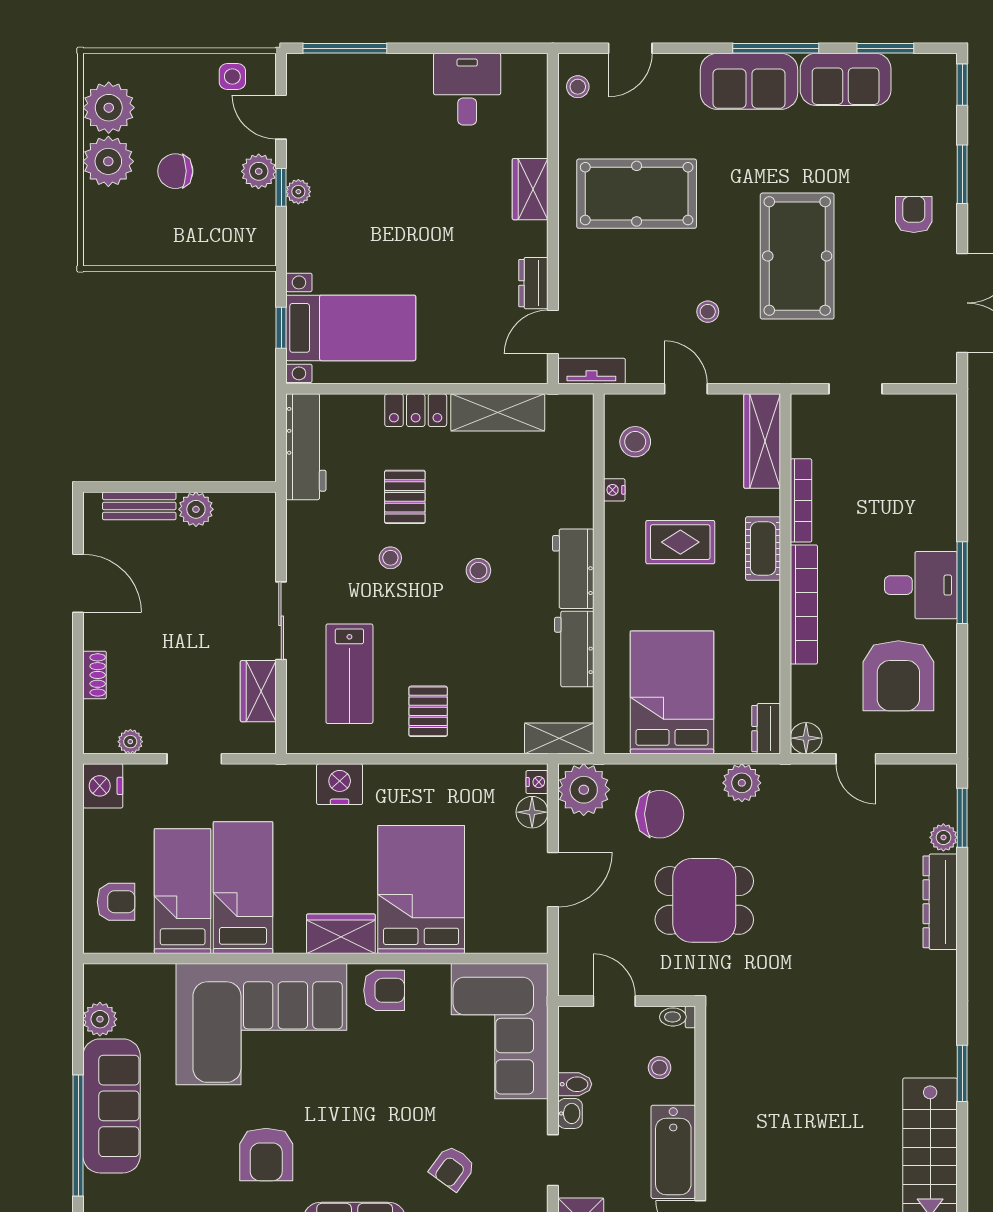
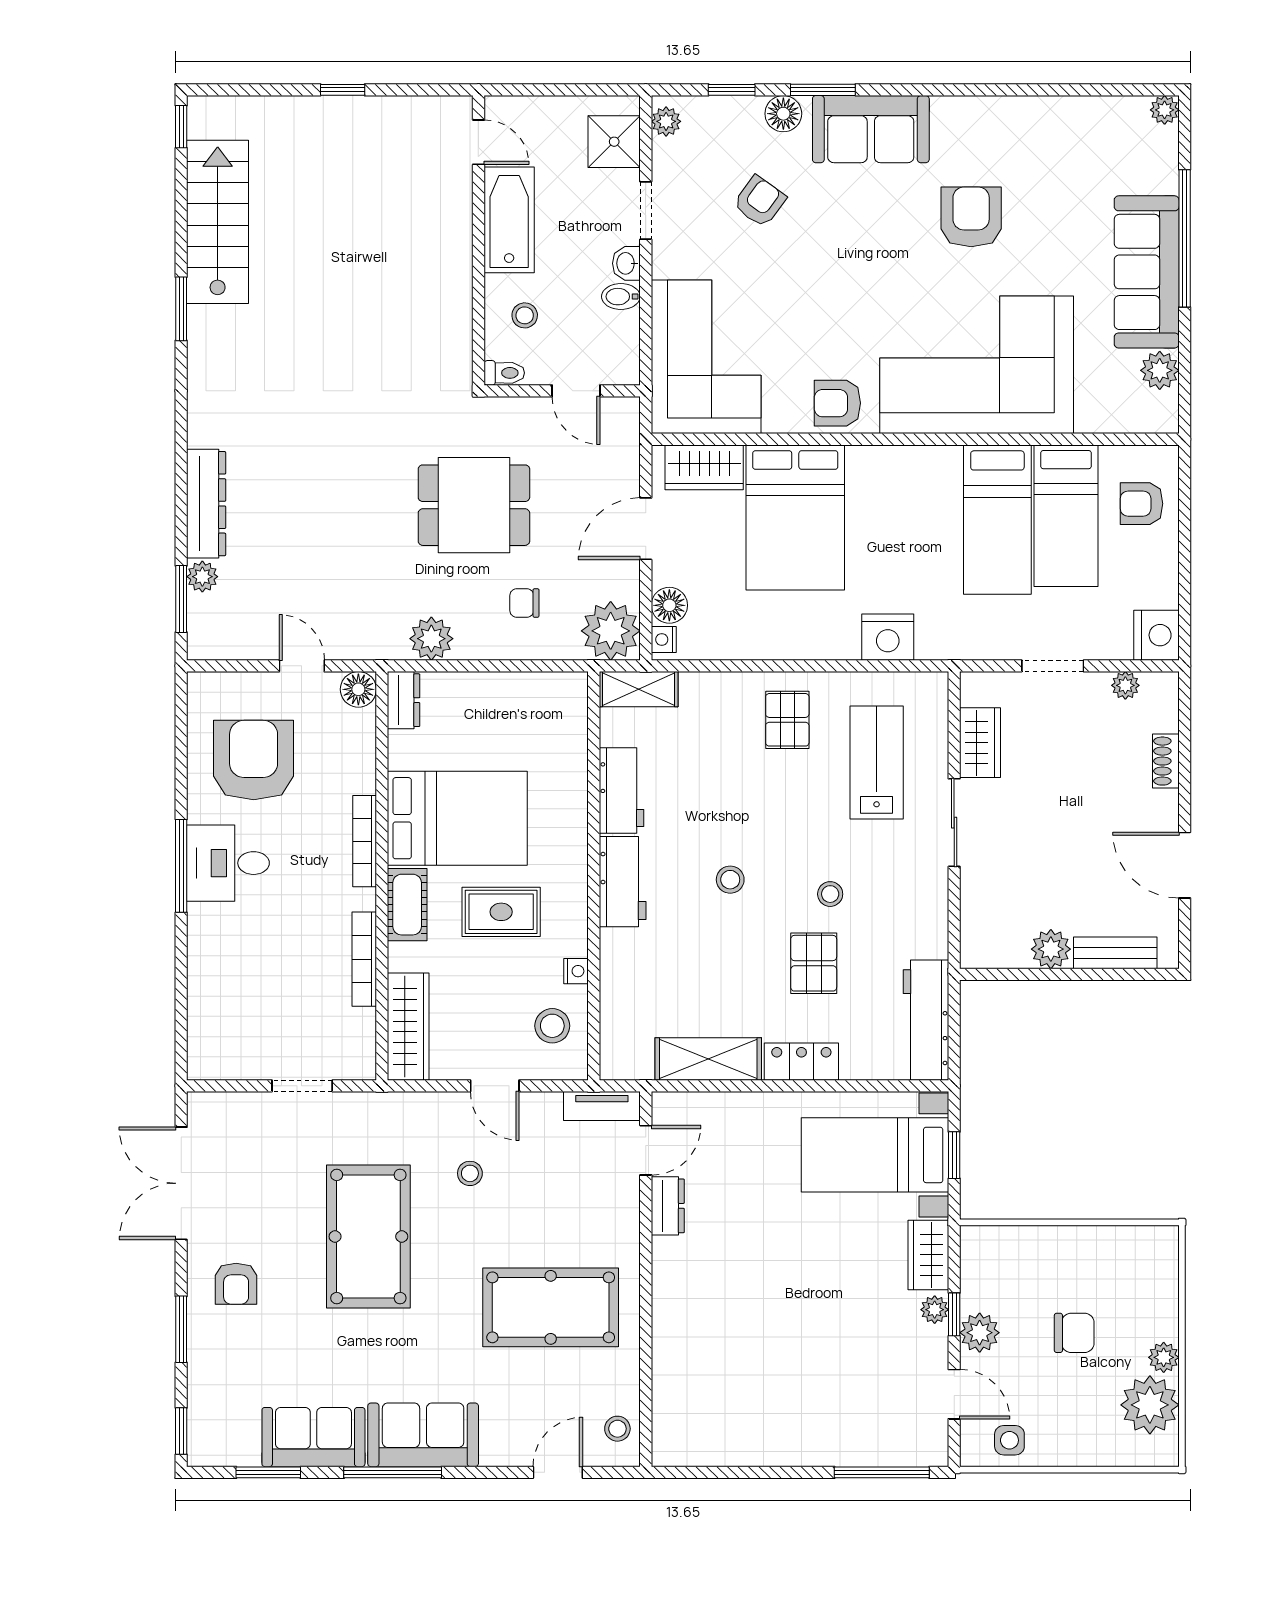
desk: (467, 89) -> (743, 1426), removed
plant: (108, 161) -> (1164, 1357), width x0.53, depth x0.53
wardrobe: (530, 189) -> (928, 1255), moved, turned 180
bookcase: (804, 604) -> (365, 841), width x0.68, depth x0.76
bed: (672, 692) -> (457, 818), moved, turned -90
chair: (660, 814) -> (524, 603), width x0.54, depth x0.54
wardrobe: (341, 934) -> (704, 467), moved

